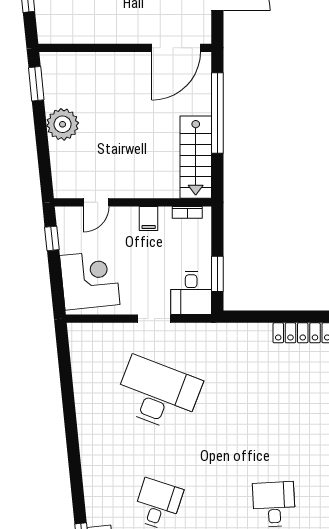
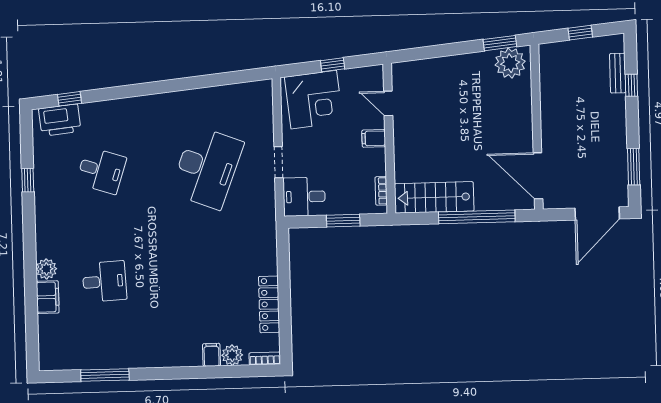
plant: (63, 124) -> (510, 63), moved
filing cabinet: (149, 218) -> (374, 138), moved
window: (52, 238) -> (333, 65), moved
window: (217, 274) -> (343, 221), moved

